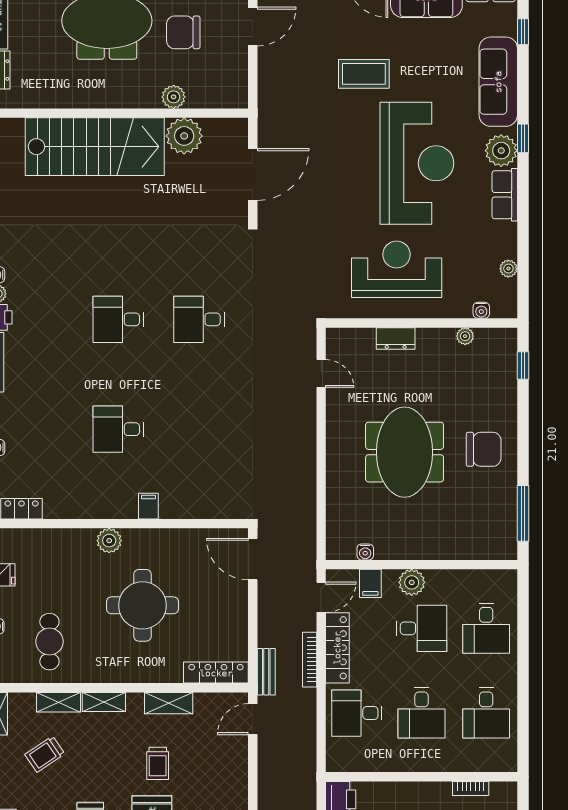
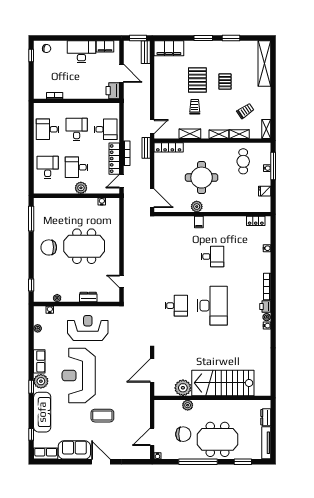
reception desk: (397, 269) -> (88, 328), turned 180
desk: (118, 319) -> (212, 306), width x1.87, depth x1.30
meeting table: (405, 452) -> (84, 246), turned 90
plant: (109, 541) -> (197, 207), moved
filing cabinet: (370, 583) -> (99, 187), removed
desk: (486, 713) -> (48, 129), turned -90

